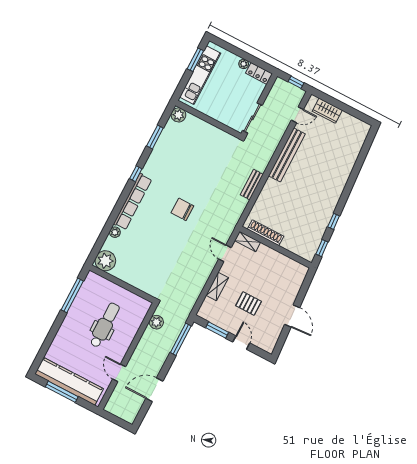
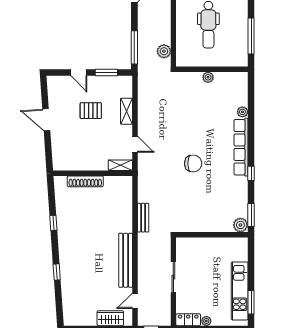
plant: (178, 115) -> (240, 225), moved
wall: (208, 119) -> (212, 235), moved
shoe rack: (265, 233) -> (85, 181), moved
window: (322, 248) -> (57, 272), moved
plant: (105, 261) -> (208, 77), moved, width x0.53, depth x0.53

